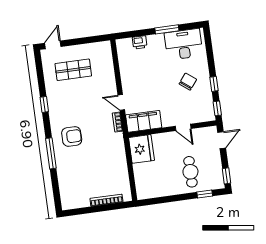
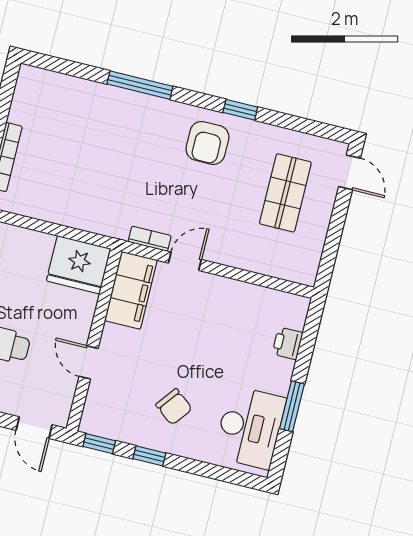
door: (183, 127) -> (89, 362), hinge flipped
armchair: (72, 136) -> (207, 143), moved

